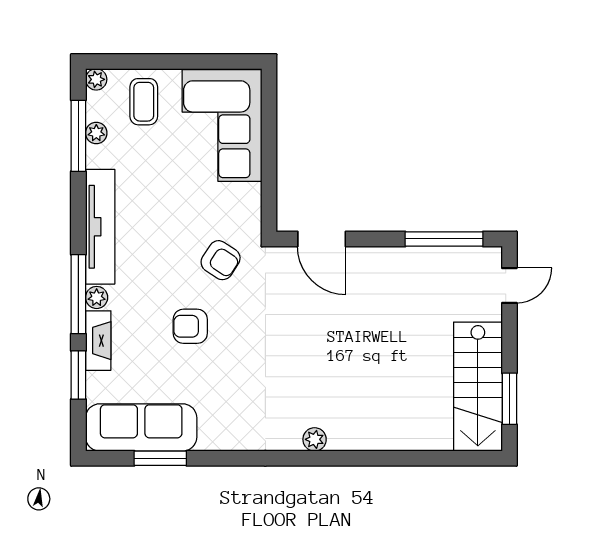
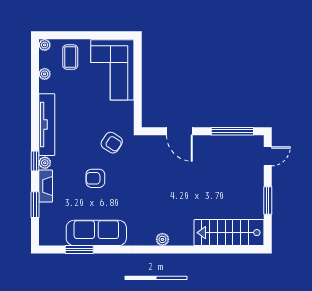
window: (78, 136) -> (35, 75), removed
door: (322, 239) -> (179, 131), moved
window: (78, 294) -> (35, 161), width x0.46
stairs: (478, 387) -> (229, 233), moved, turned 90
window: (509, 399) -> (268, 200), moved
sofa: (141, 427) -> (96, 233), moved

